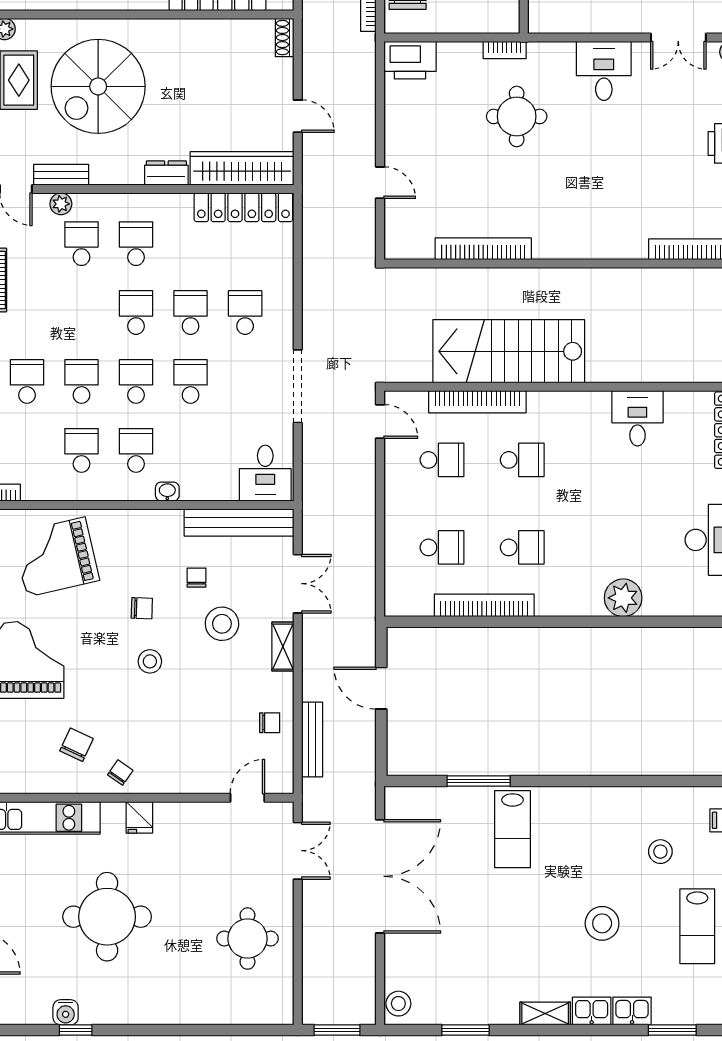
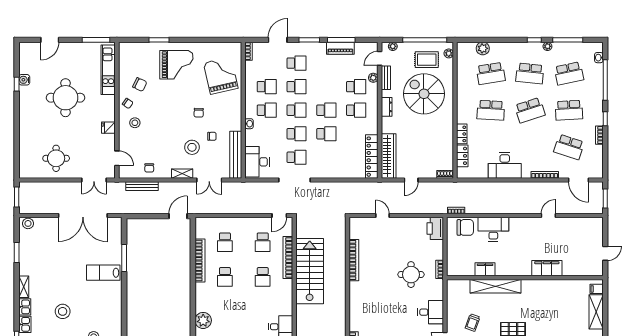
dresser: (166, 173) -> (387, 107), moved
door: (380, 183) -> (382, 216), swing flipped
school desk: (245, 313) -> (297, 157), moved
desk: (265, 473) -> (257, 162), width x1.37
stool: (150, 661) -> (135, 123), moved
door: (381, 688) -> (178, 216), moved
fridge: (139, 817) -> (108, 128), moved

